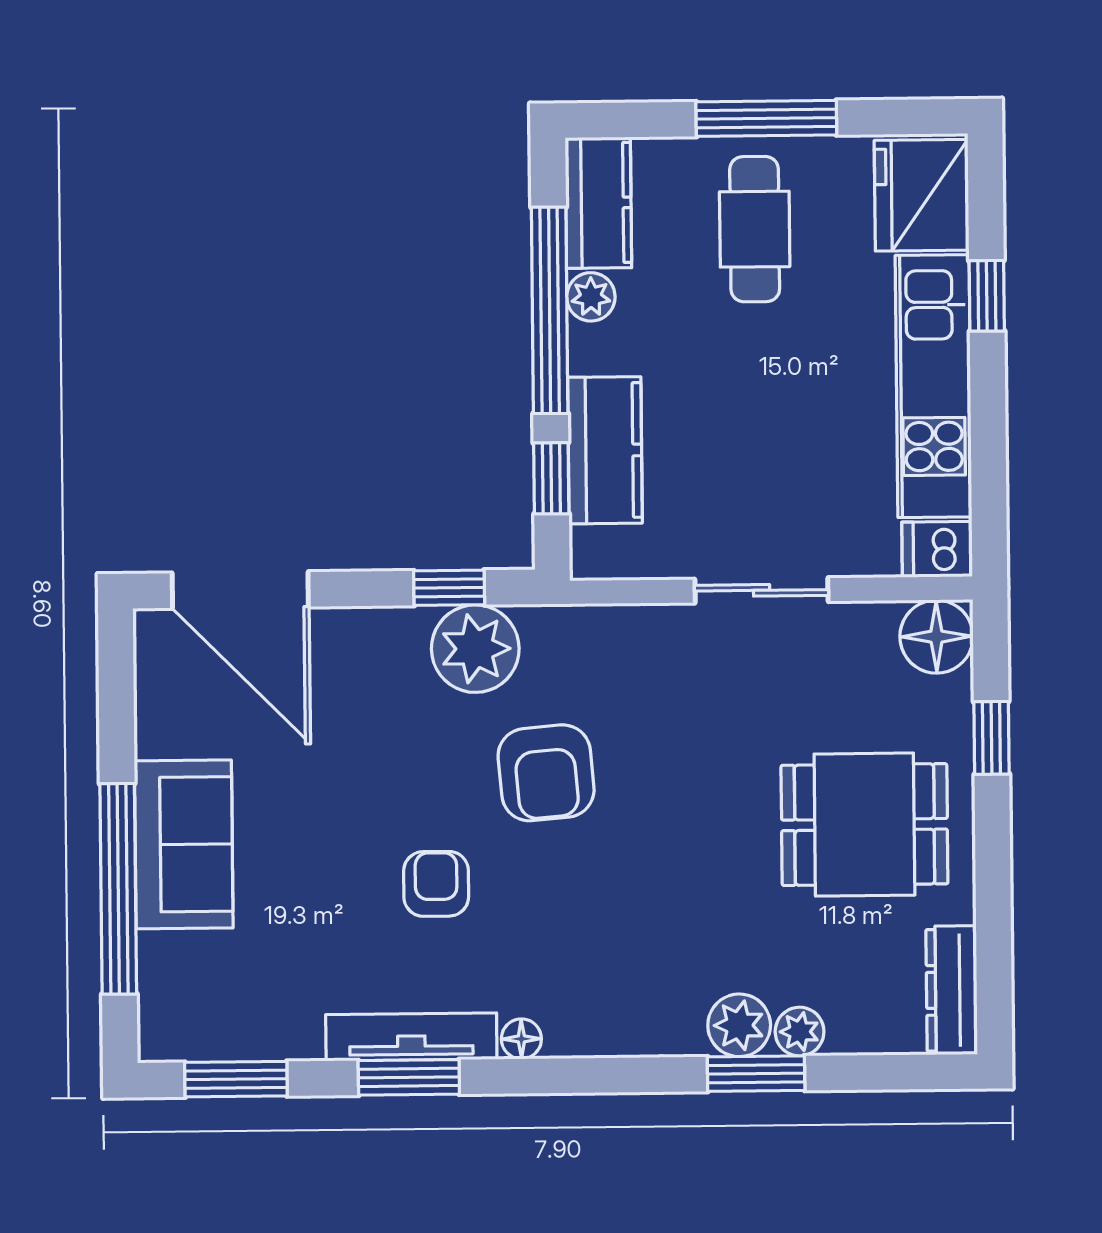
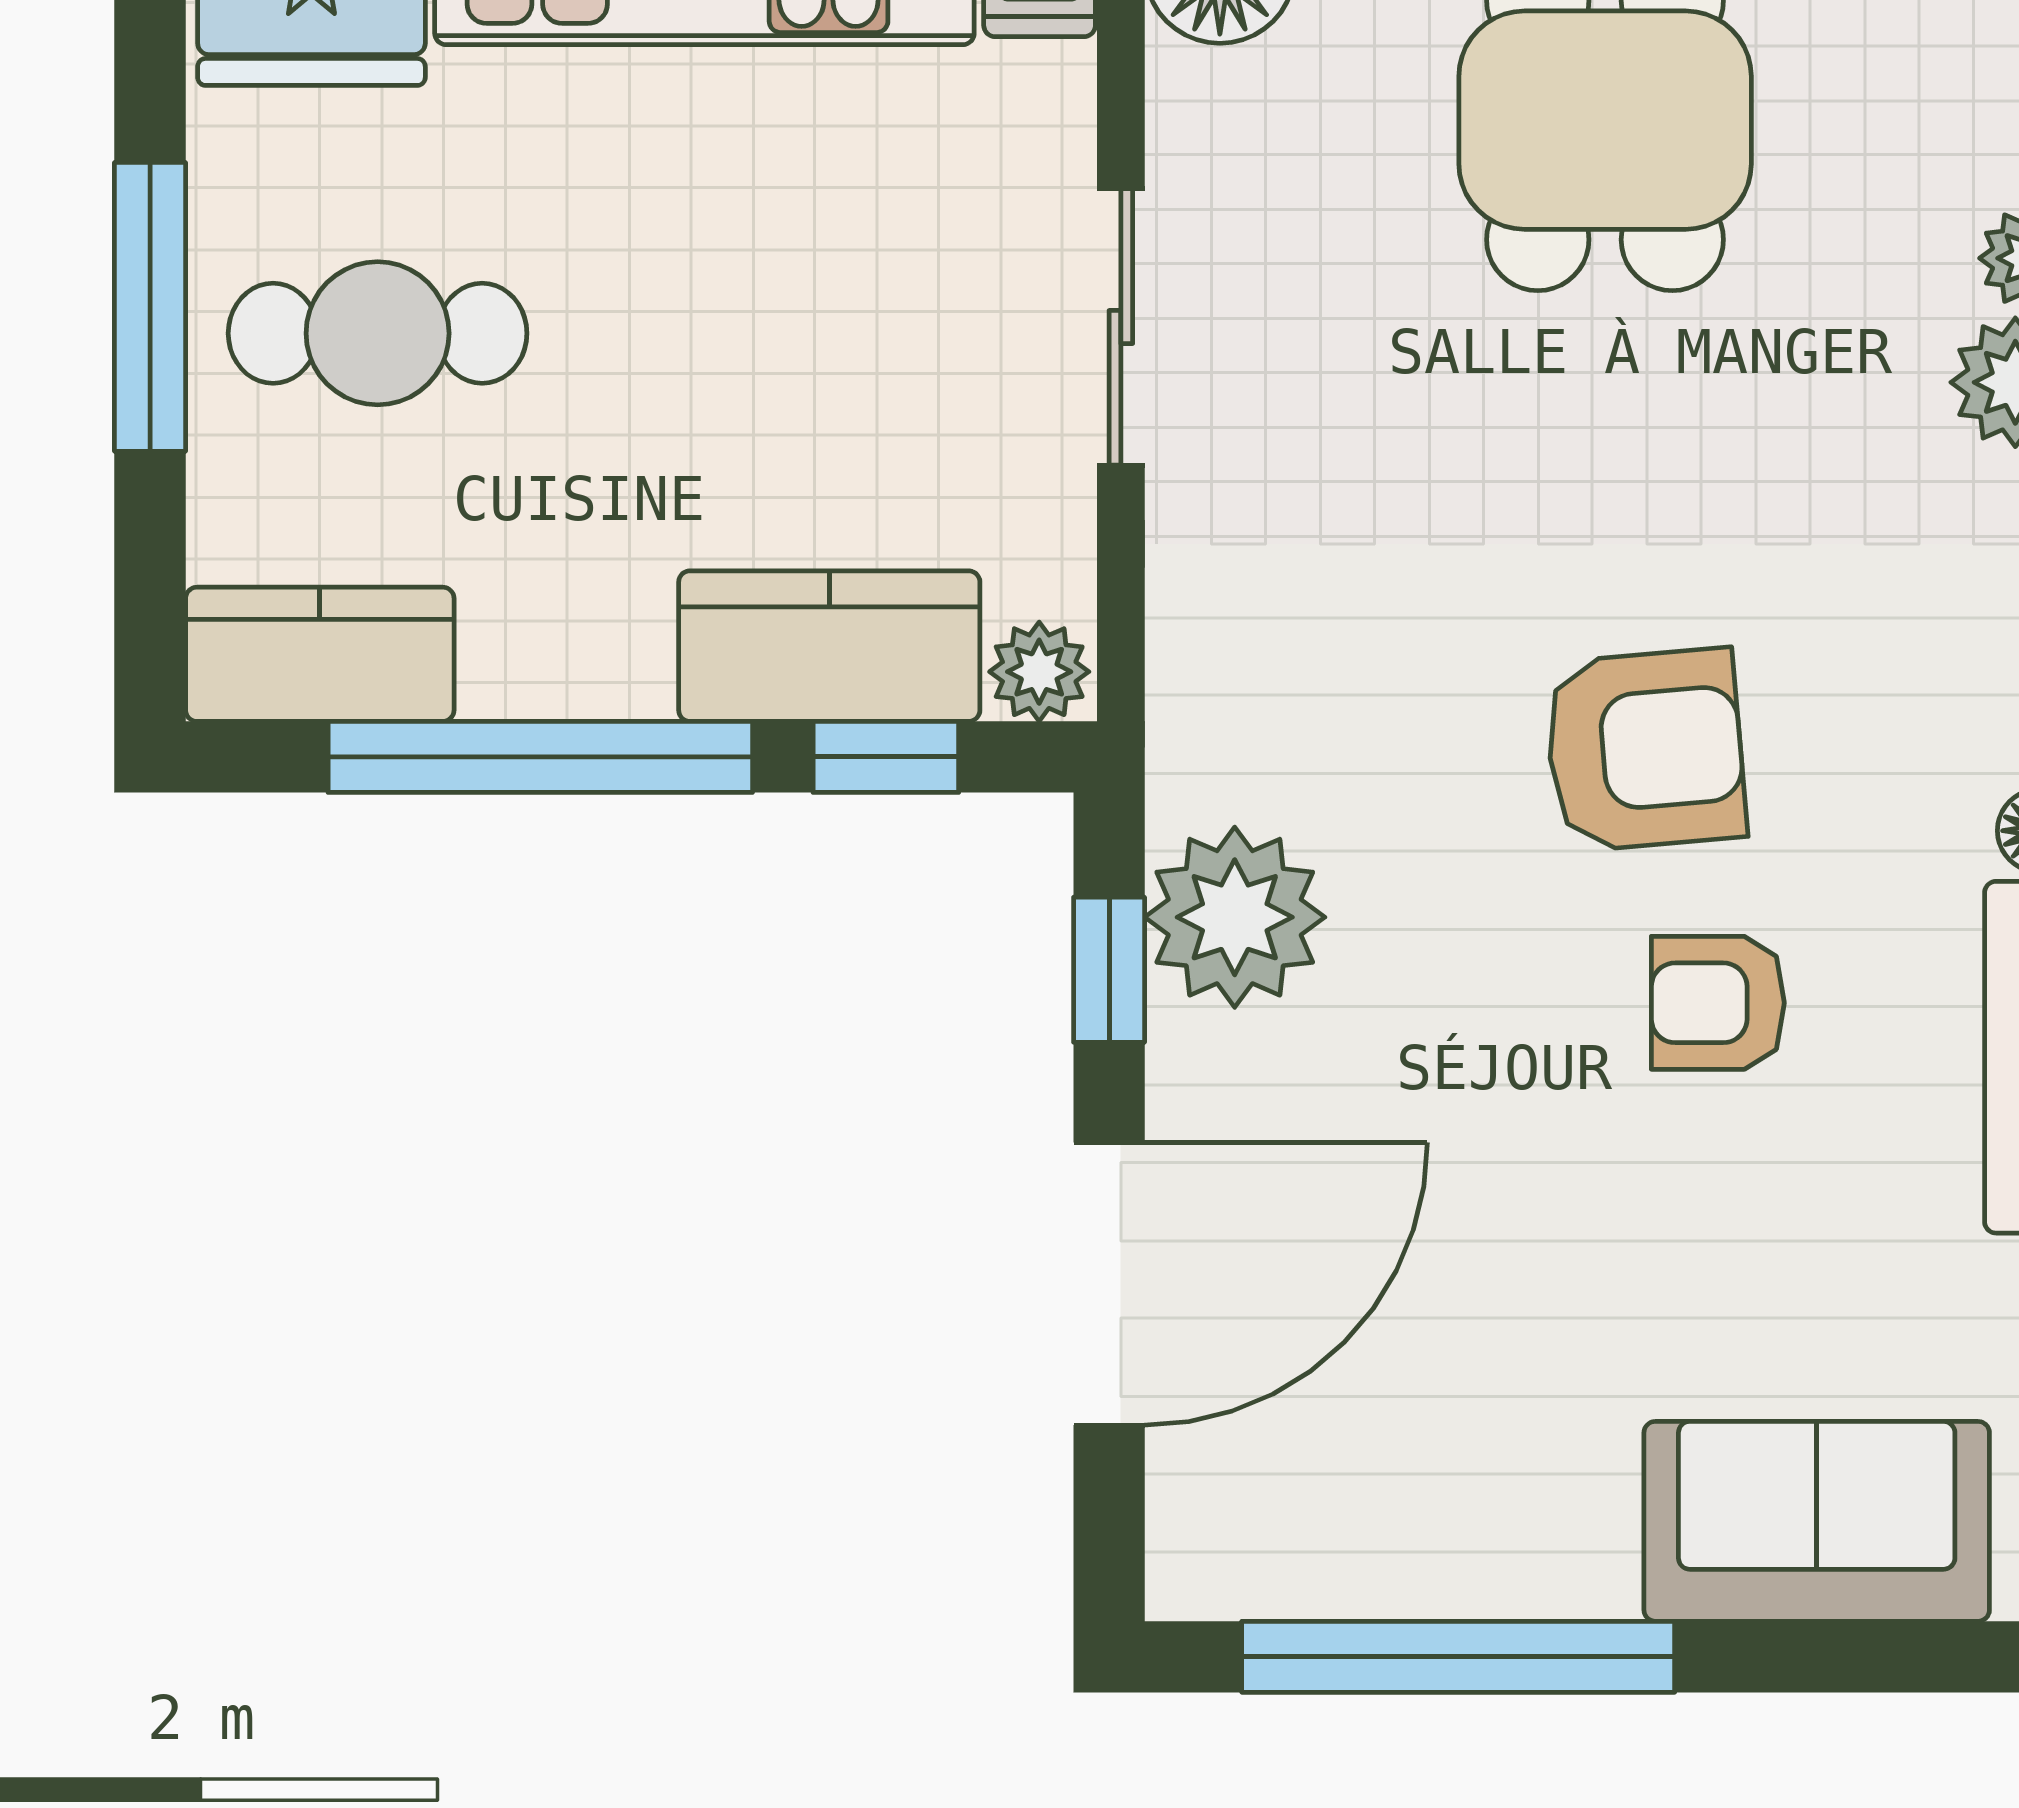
plant: (591, 297) -> (1039, 672), moved
door: (240, 590) -> (1109, 1284), moved
armchair: (546, 773) -> (1645, 750), moved
sofa: (184, 844) -> (1817, 1521), moved
window: (118, 889) -> (1458, 1657), moved

